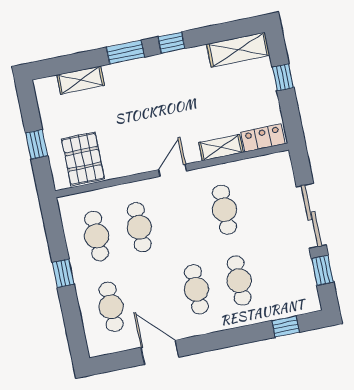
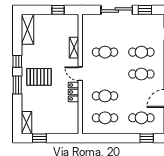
window: (283, 77) -> (58, 10), moved
shelving: (81, 80) -> (27, 123), moved
locker: (263, 138) -> (73, 92), moved
window: (37, 144) -> (39, 138), moved
pallet: (83, 159) -> (39, 77), moved
window: (63, 273) -> (147, 138), moved

